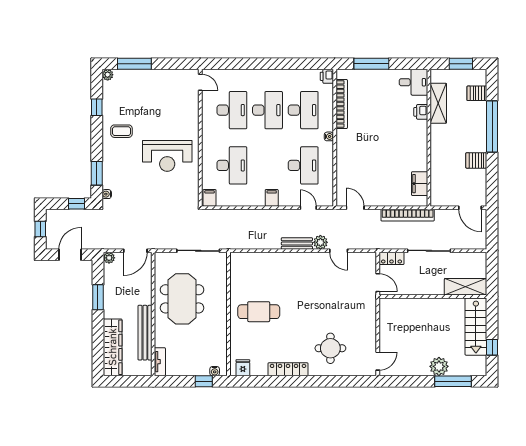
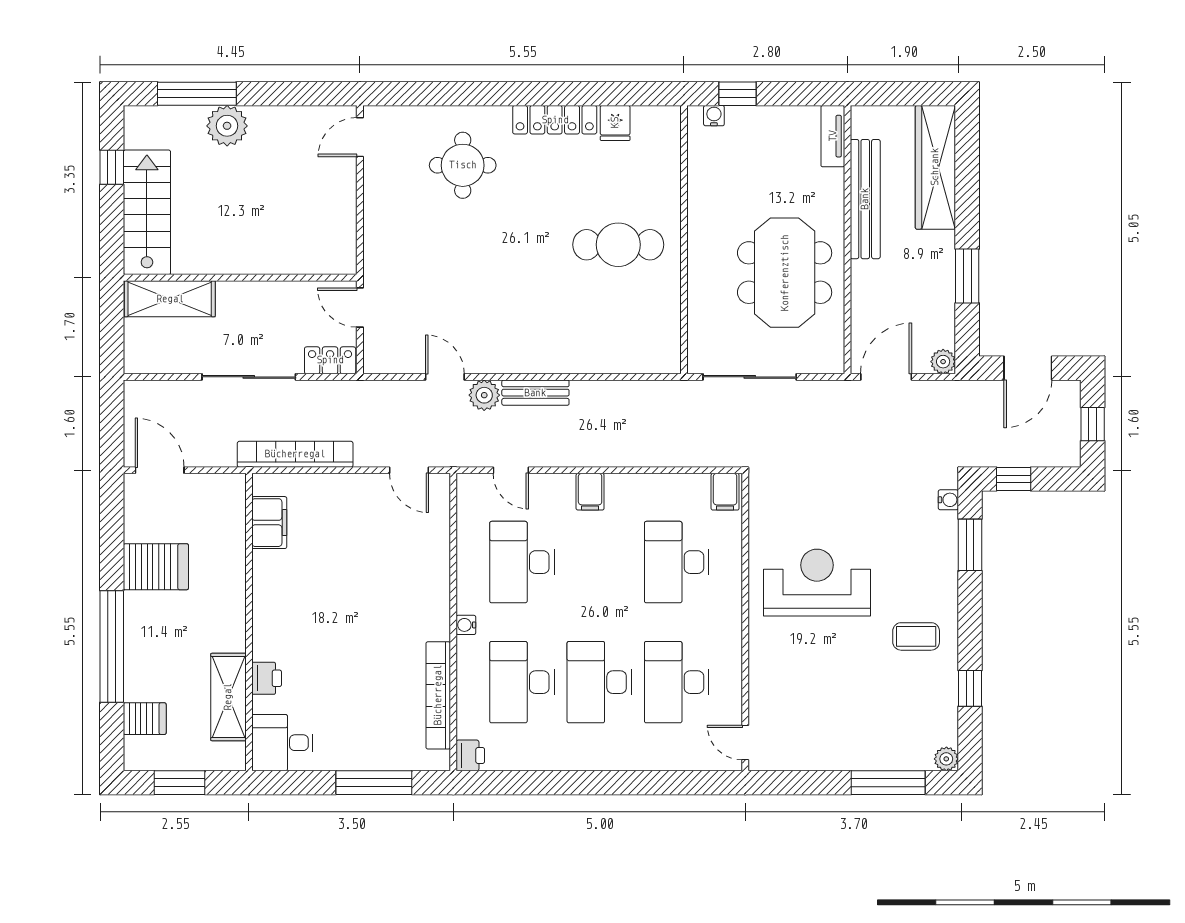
server rack: (476, 160) -> (156, 567), width x1.36, depth x1.44
fridge: (243, 368) -> (615, 123), moved

